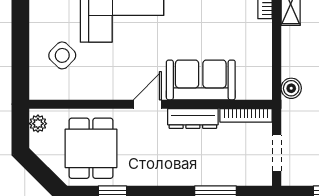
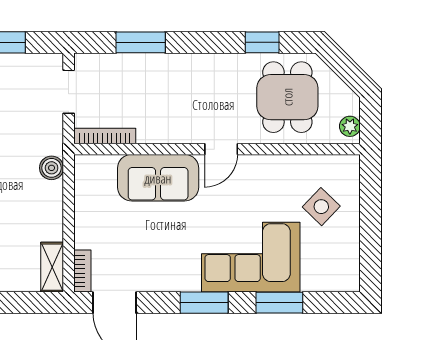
dresser: (193, 118) -> (167, 132), removed

